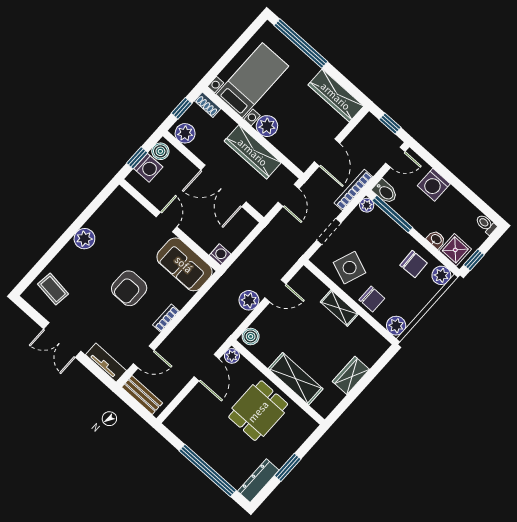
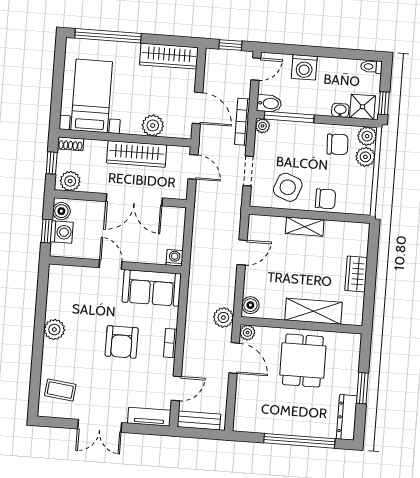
plant: (267, 126) -> (153, 126), moved
plant: (249, 300) -> (223, 317), moved
plant: (396, 326) -> (365, 157), moved

